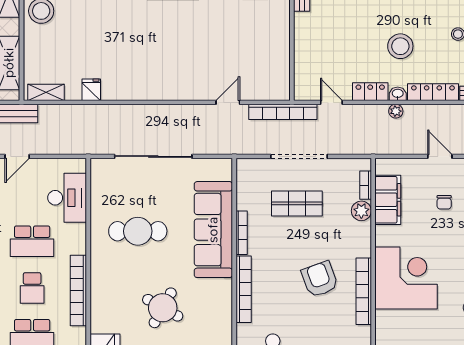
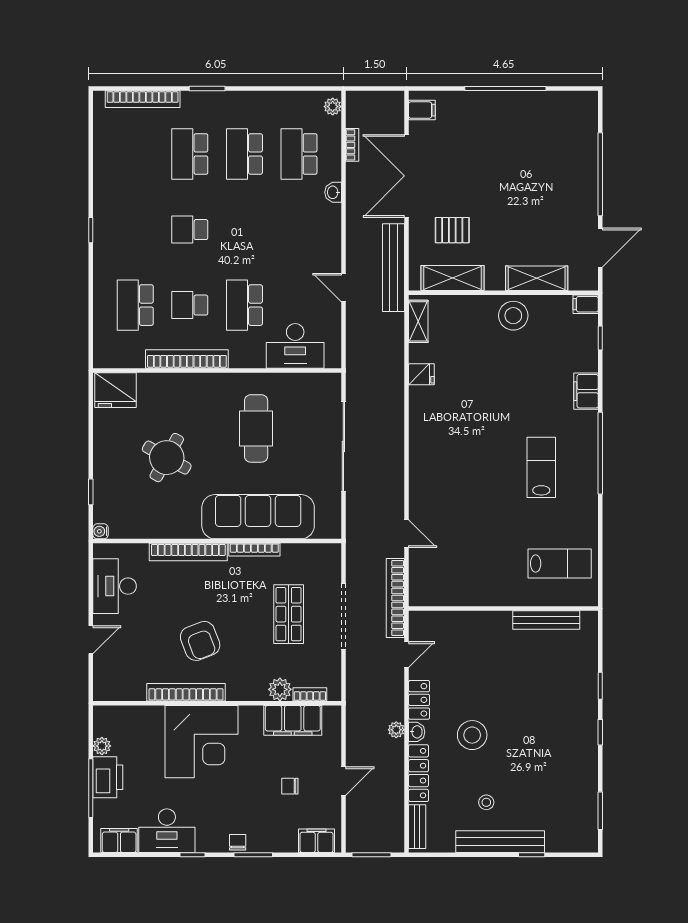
armchair: (320, 279) -> (200, 641), turned 89

